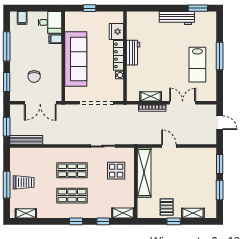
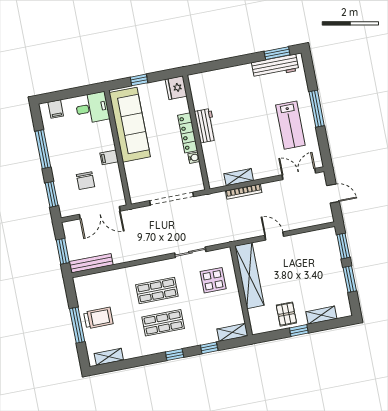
workbench: (177, 18) -> (275, 66), moved
fridge: (116, 32) -> (176, 88), moved
filing cabinet: (55, 39) -> (109, 157), moved
sofa: (76, 59) -> (130, 125), moved
double door: (183, 103) -> (299, 174), moved

